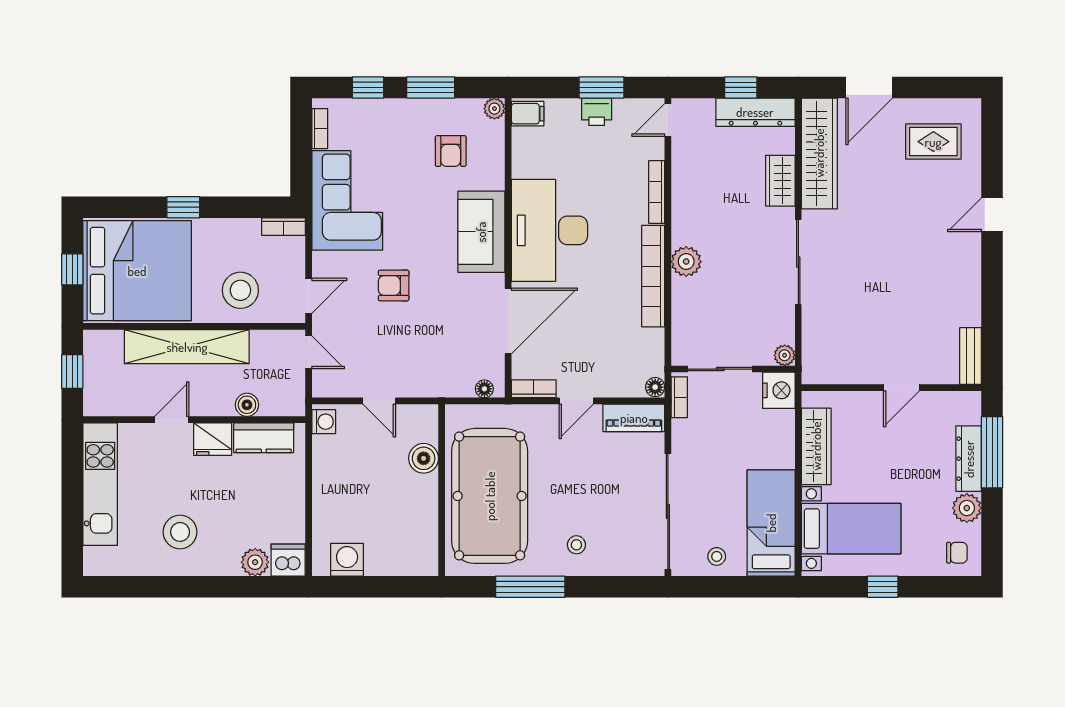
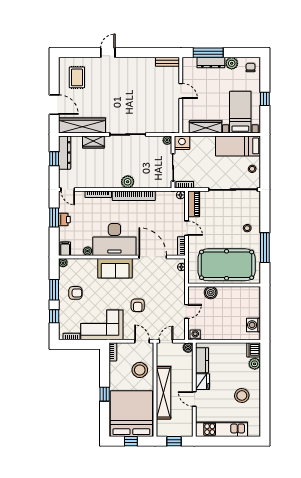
armchair: (451, 151) -> (75, 293), moved
plant: (522, 167) -> (88, 251), added
door: (992, 215) -> (108, 53), swing flipped
boiler: (247, 405) -> (188, 347), moved

